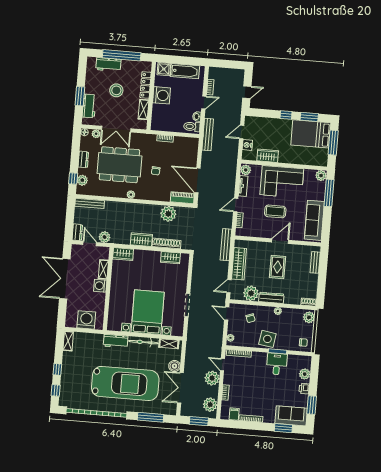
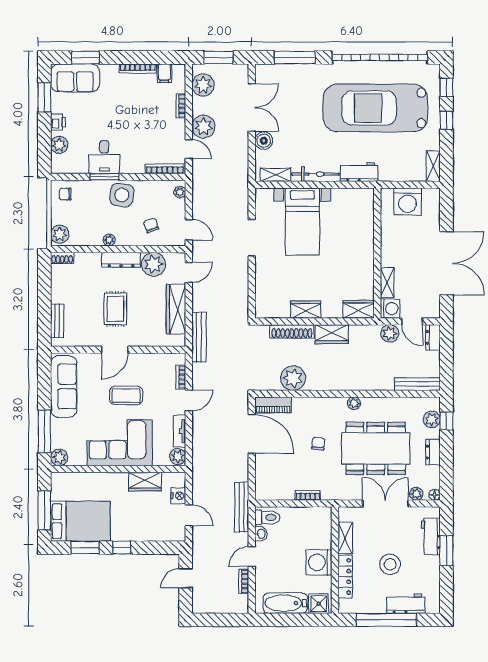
door: (242, 132) -> (189, 515), hinge flipped
wardrobe: (170, 258) -> (306, 310), moved
washing machine: (100, 286) -> (390, 309), moved
bed with nightstands: (148, 312) -> (302, 221), width x0.73
car: (125, 383) -> (375, 108), moved

